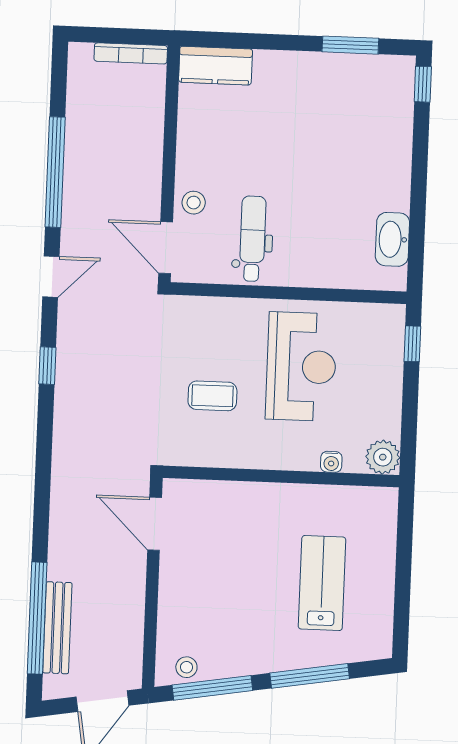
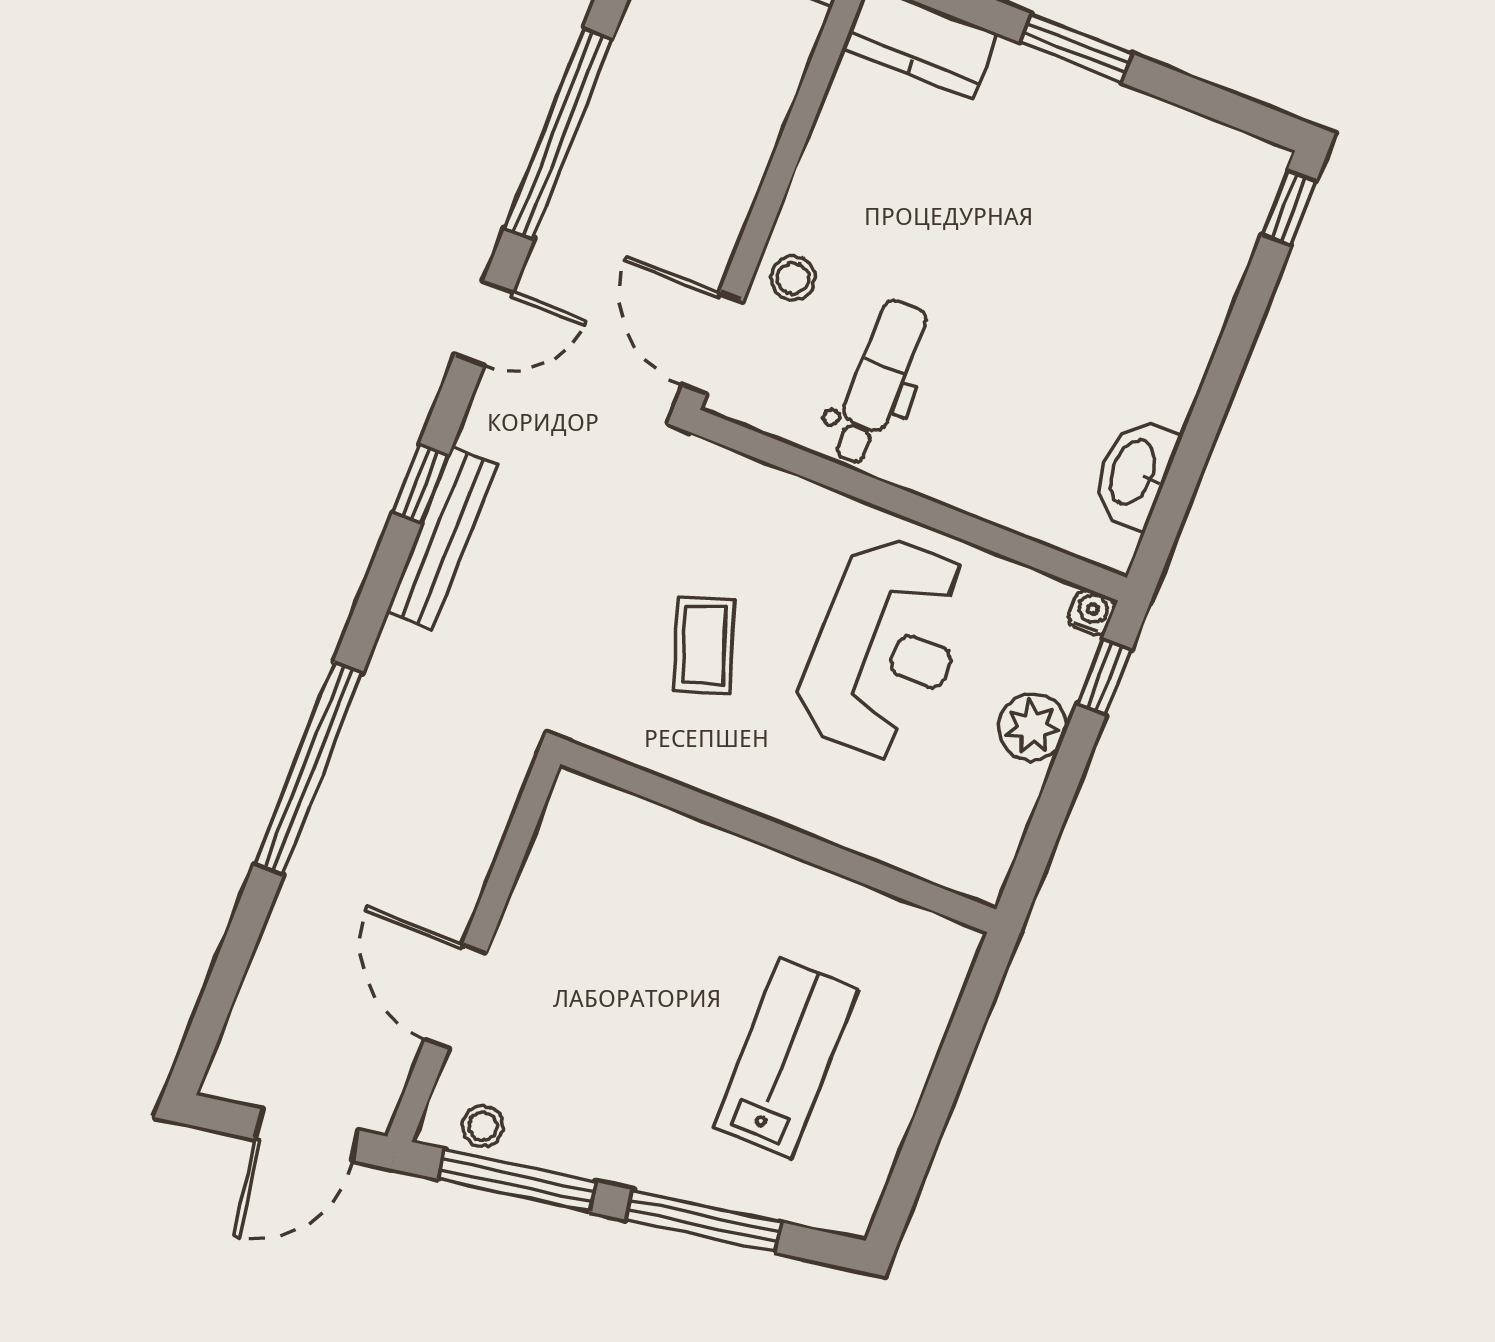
window: (350, 45) -> (1076, 48), moved
coffee table: (212, 396) -> (704, 645), turned 71
plant: (383, 457) -> (1032, 727), moved
water cooler: (331, 462) -> (1092, 612), moved, turned 180
door: (155, 524) -> (456, 996), moved
window: (37, 618) -> (309, 768), moved
bench: (57, 628) -> (442, 538), moved

